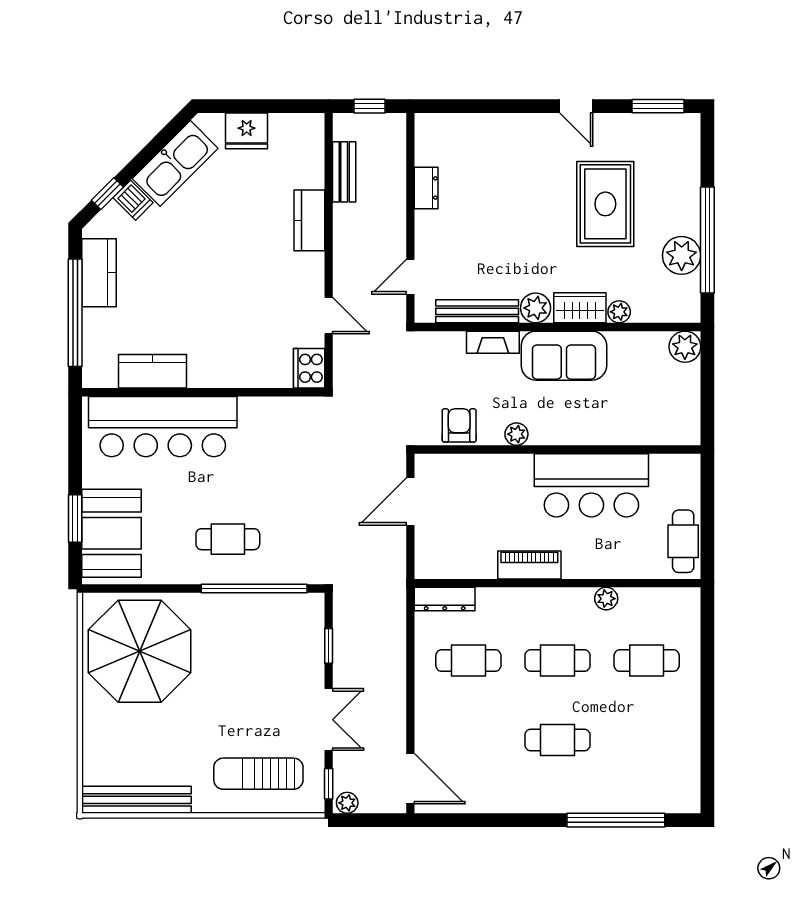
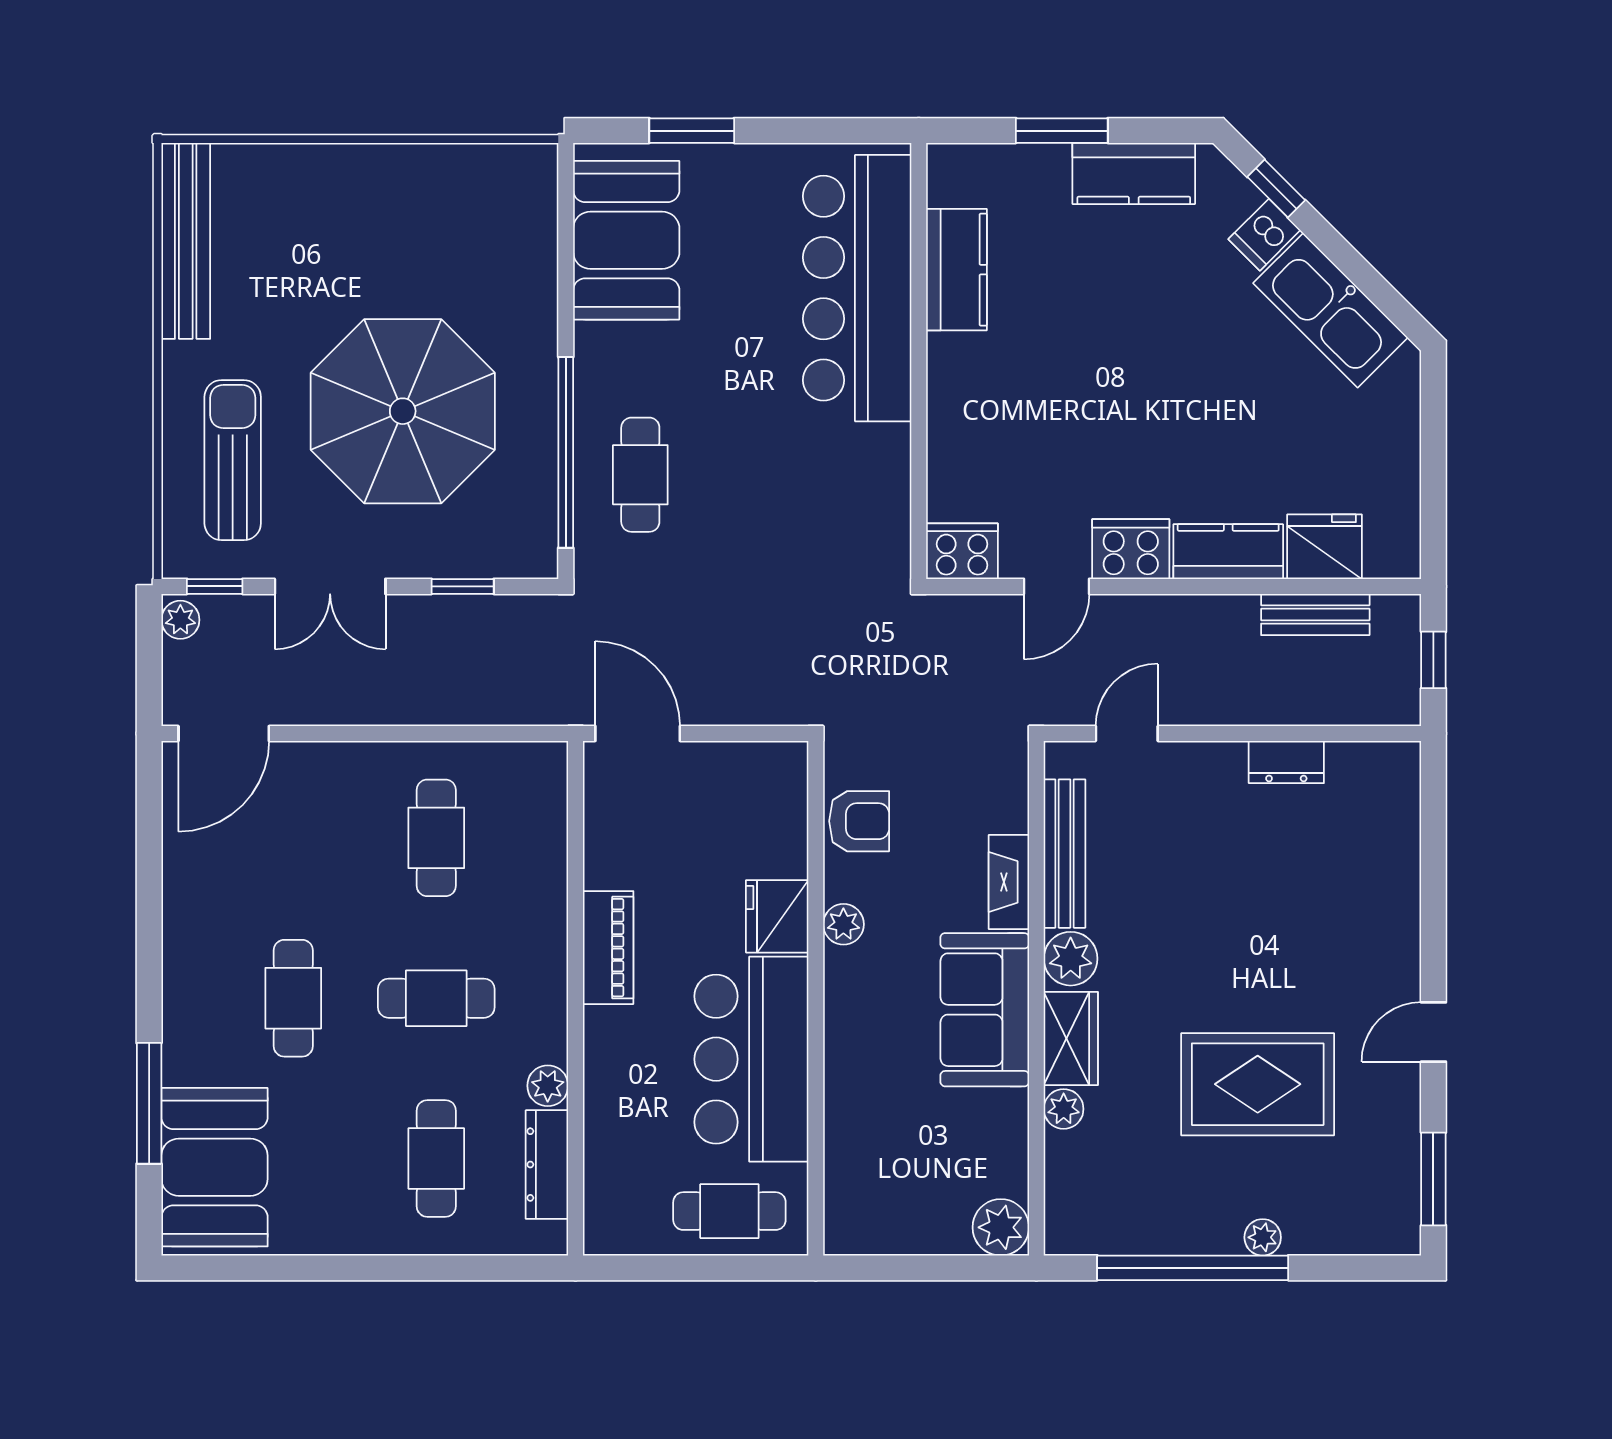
fridge: (247, 131) -> (1324, 547), moved, turned 90
plant: (682, 255) -> (1263, 1237), moved, width x0.53, depth x0.53
cooker: (308, 274) -> (1131, 549), added
door: (410, 277) -> (1127, 733), hinge flipped
window: (75, 313) -> (1062, 131), width x0.47
fridge: (512, 471) -> (777, 916), added
door: (410, 501) -> (638, 733), moved
booth: (112, 533) -> (626, 240), moved, turned 90
cafe table: (228, 539) -> (640, 475), moved
cafe table: (683, 541) -> (729, 1211), moved
dresser: (445, 599) -> (547, 1165), moved
parasol: (140, 651) -> (403, 411), moved
cafe table: (558, 661) -> (436, 998), turned 90
booth: (651, 784) -> (215, 1167), added
window: (616, 820) -> (149, 1103), width x0.68

